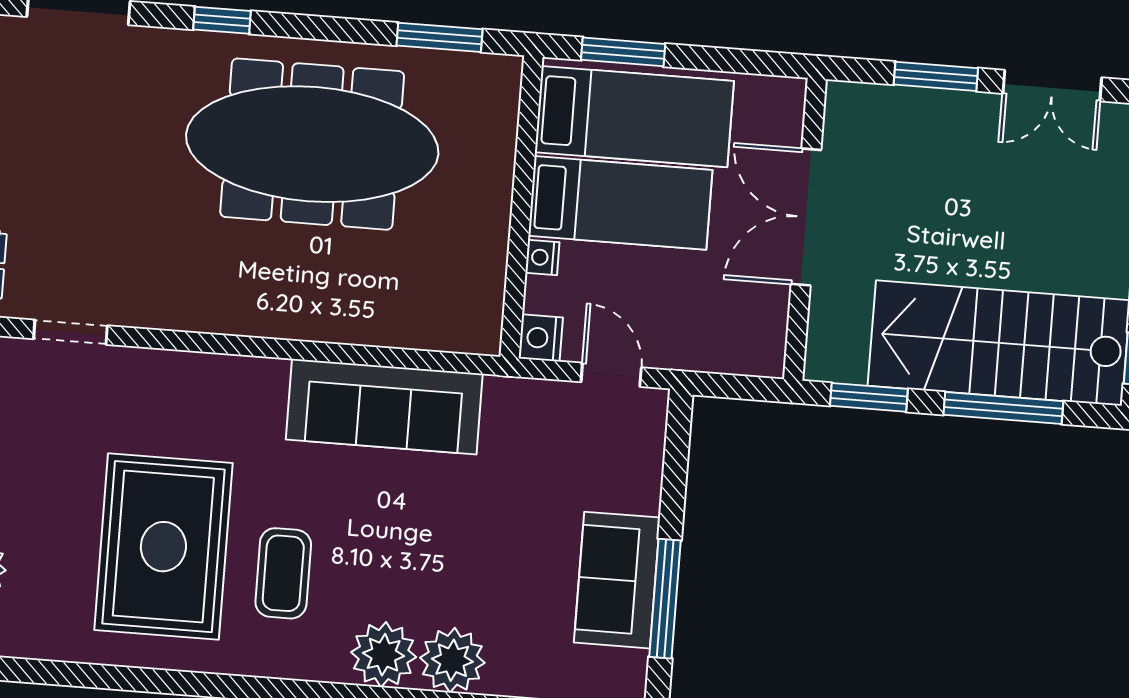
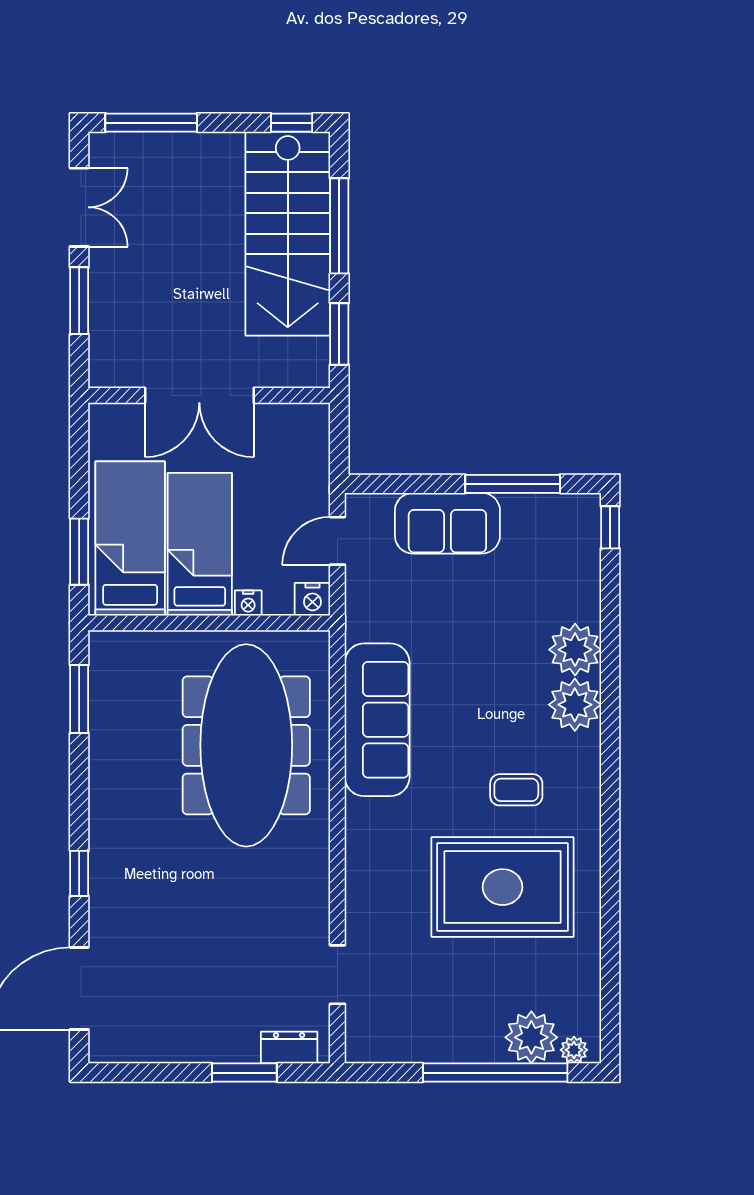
meeting table: (312, 144) -> (246, 745), moved
coffee table: (283, 573) -> (516, 790), width x0.73, depth x0.77
sofa: (617, 580) -> (447, 523), moved

